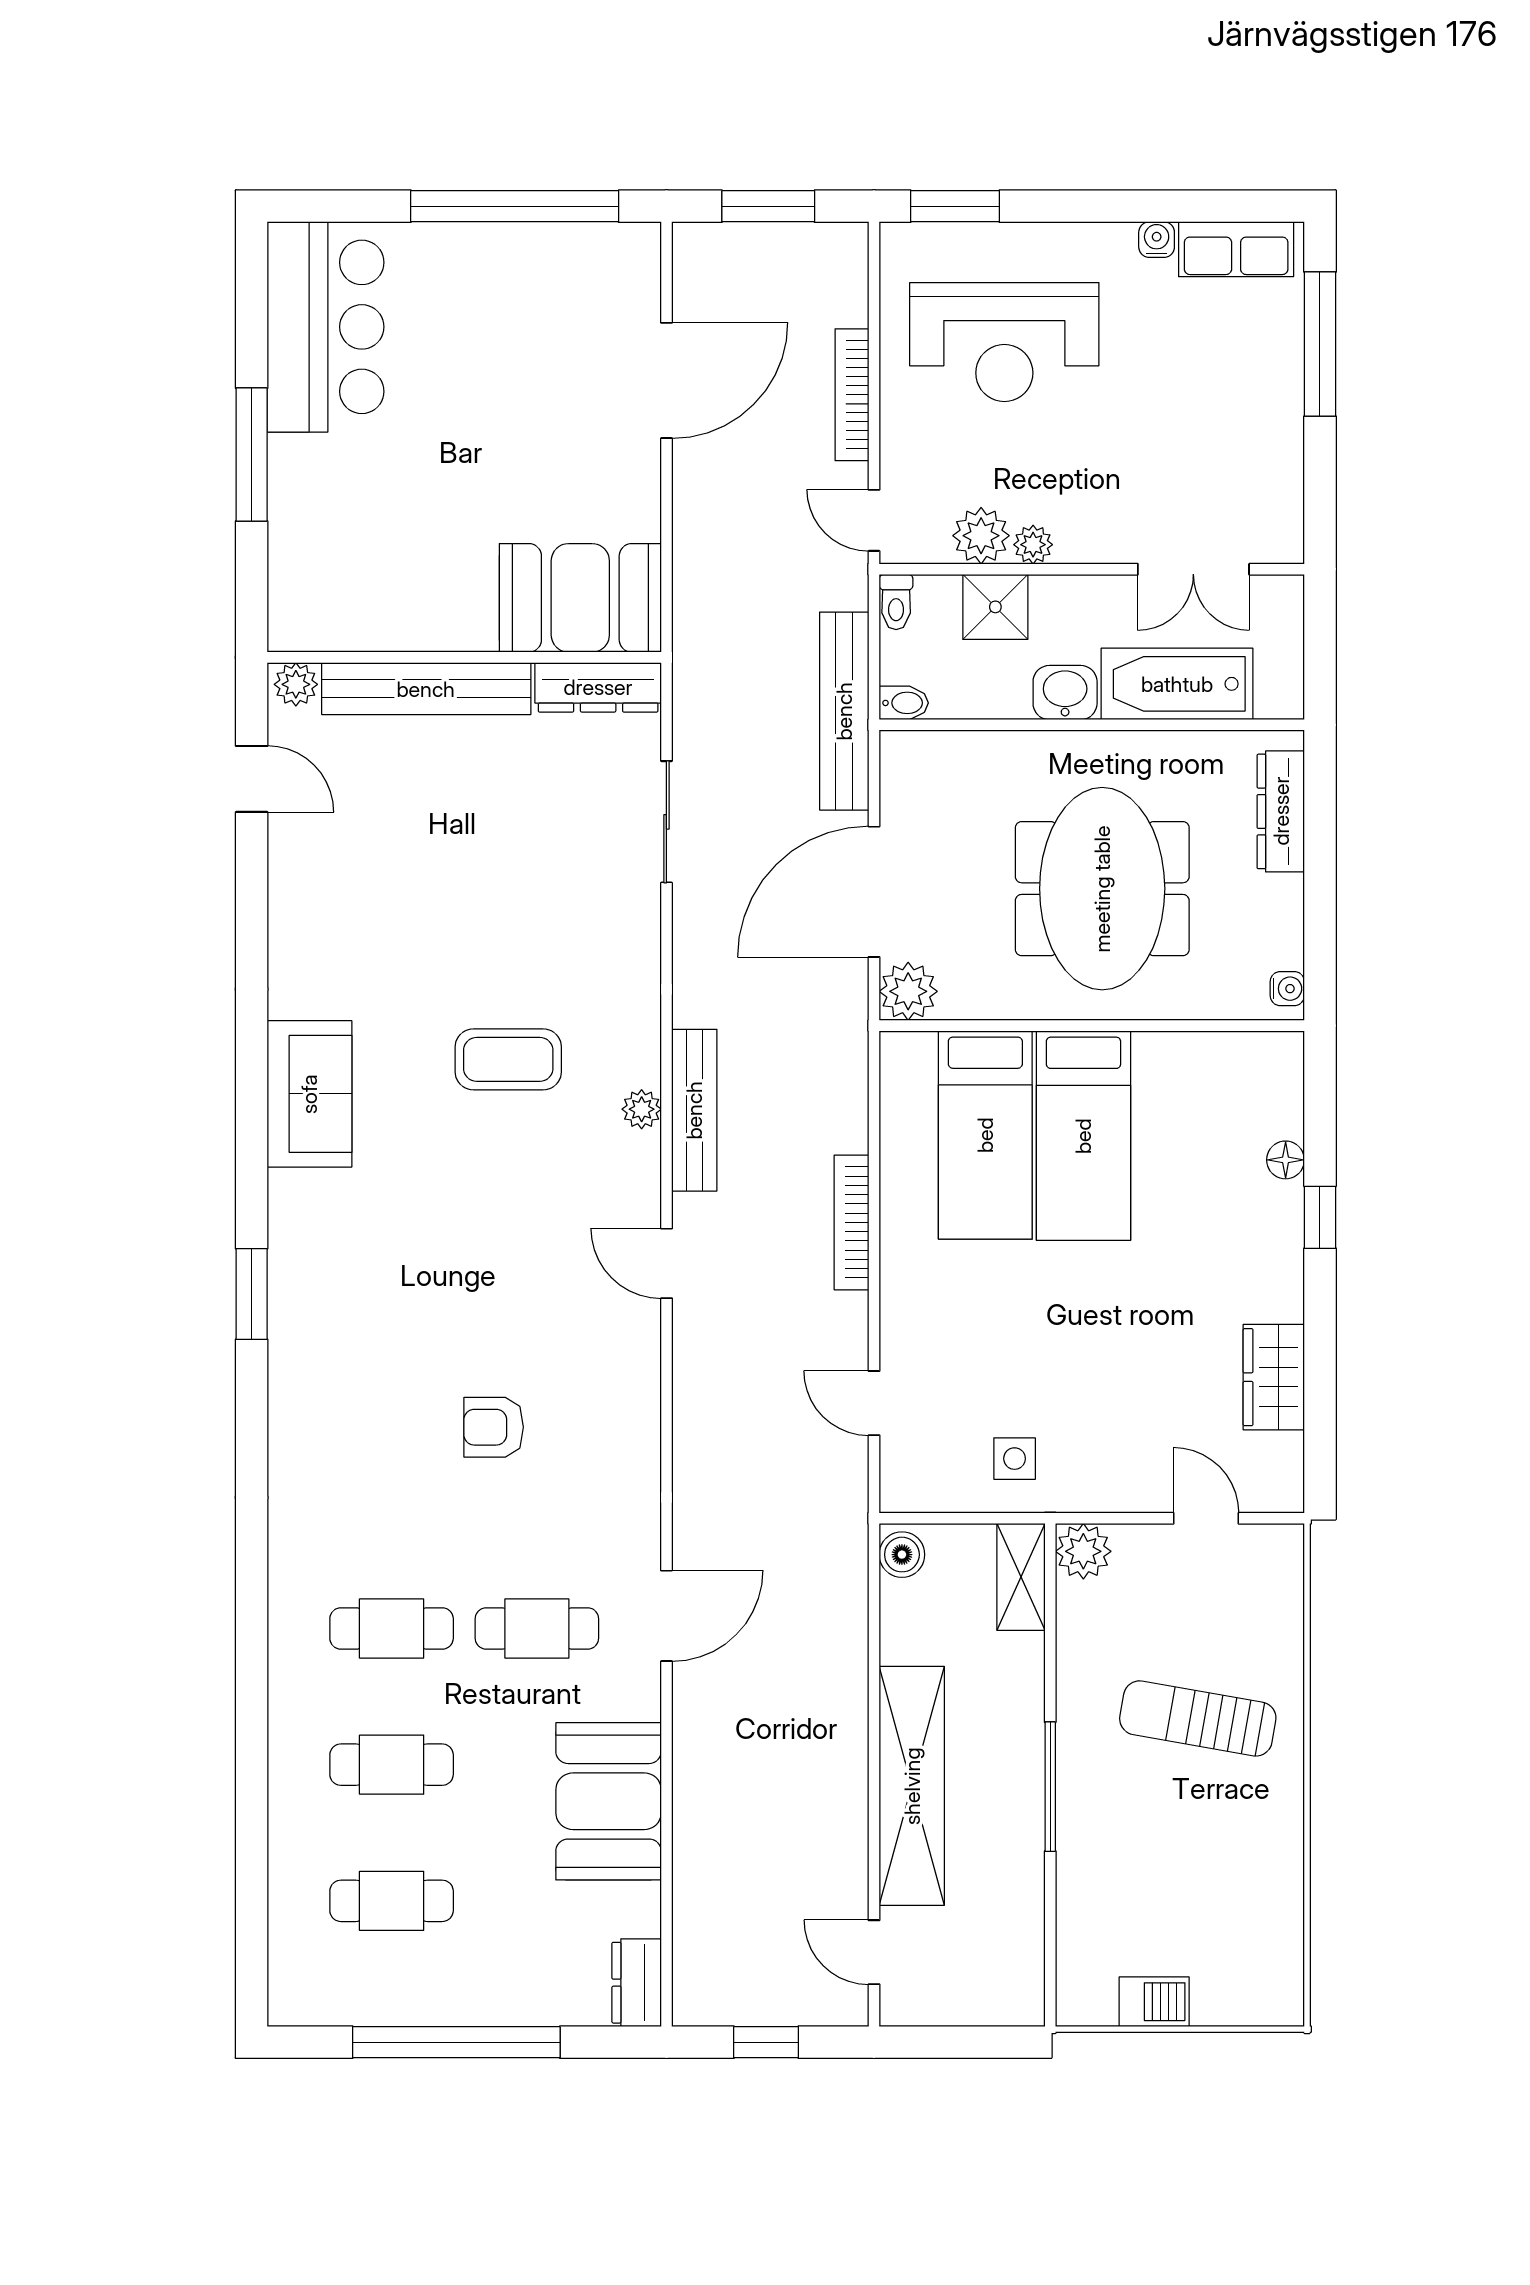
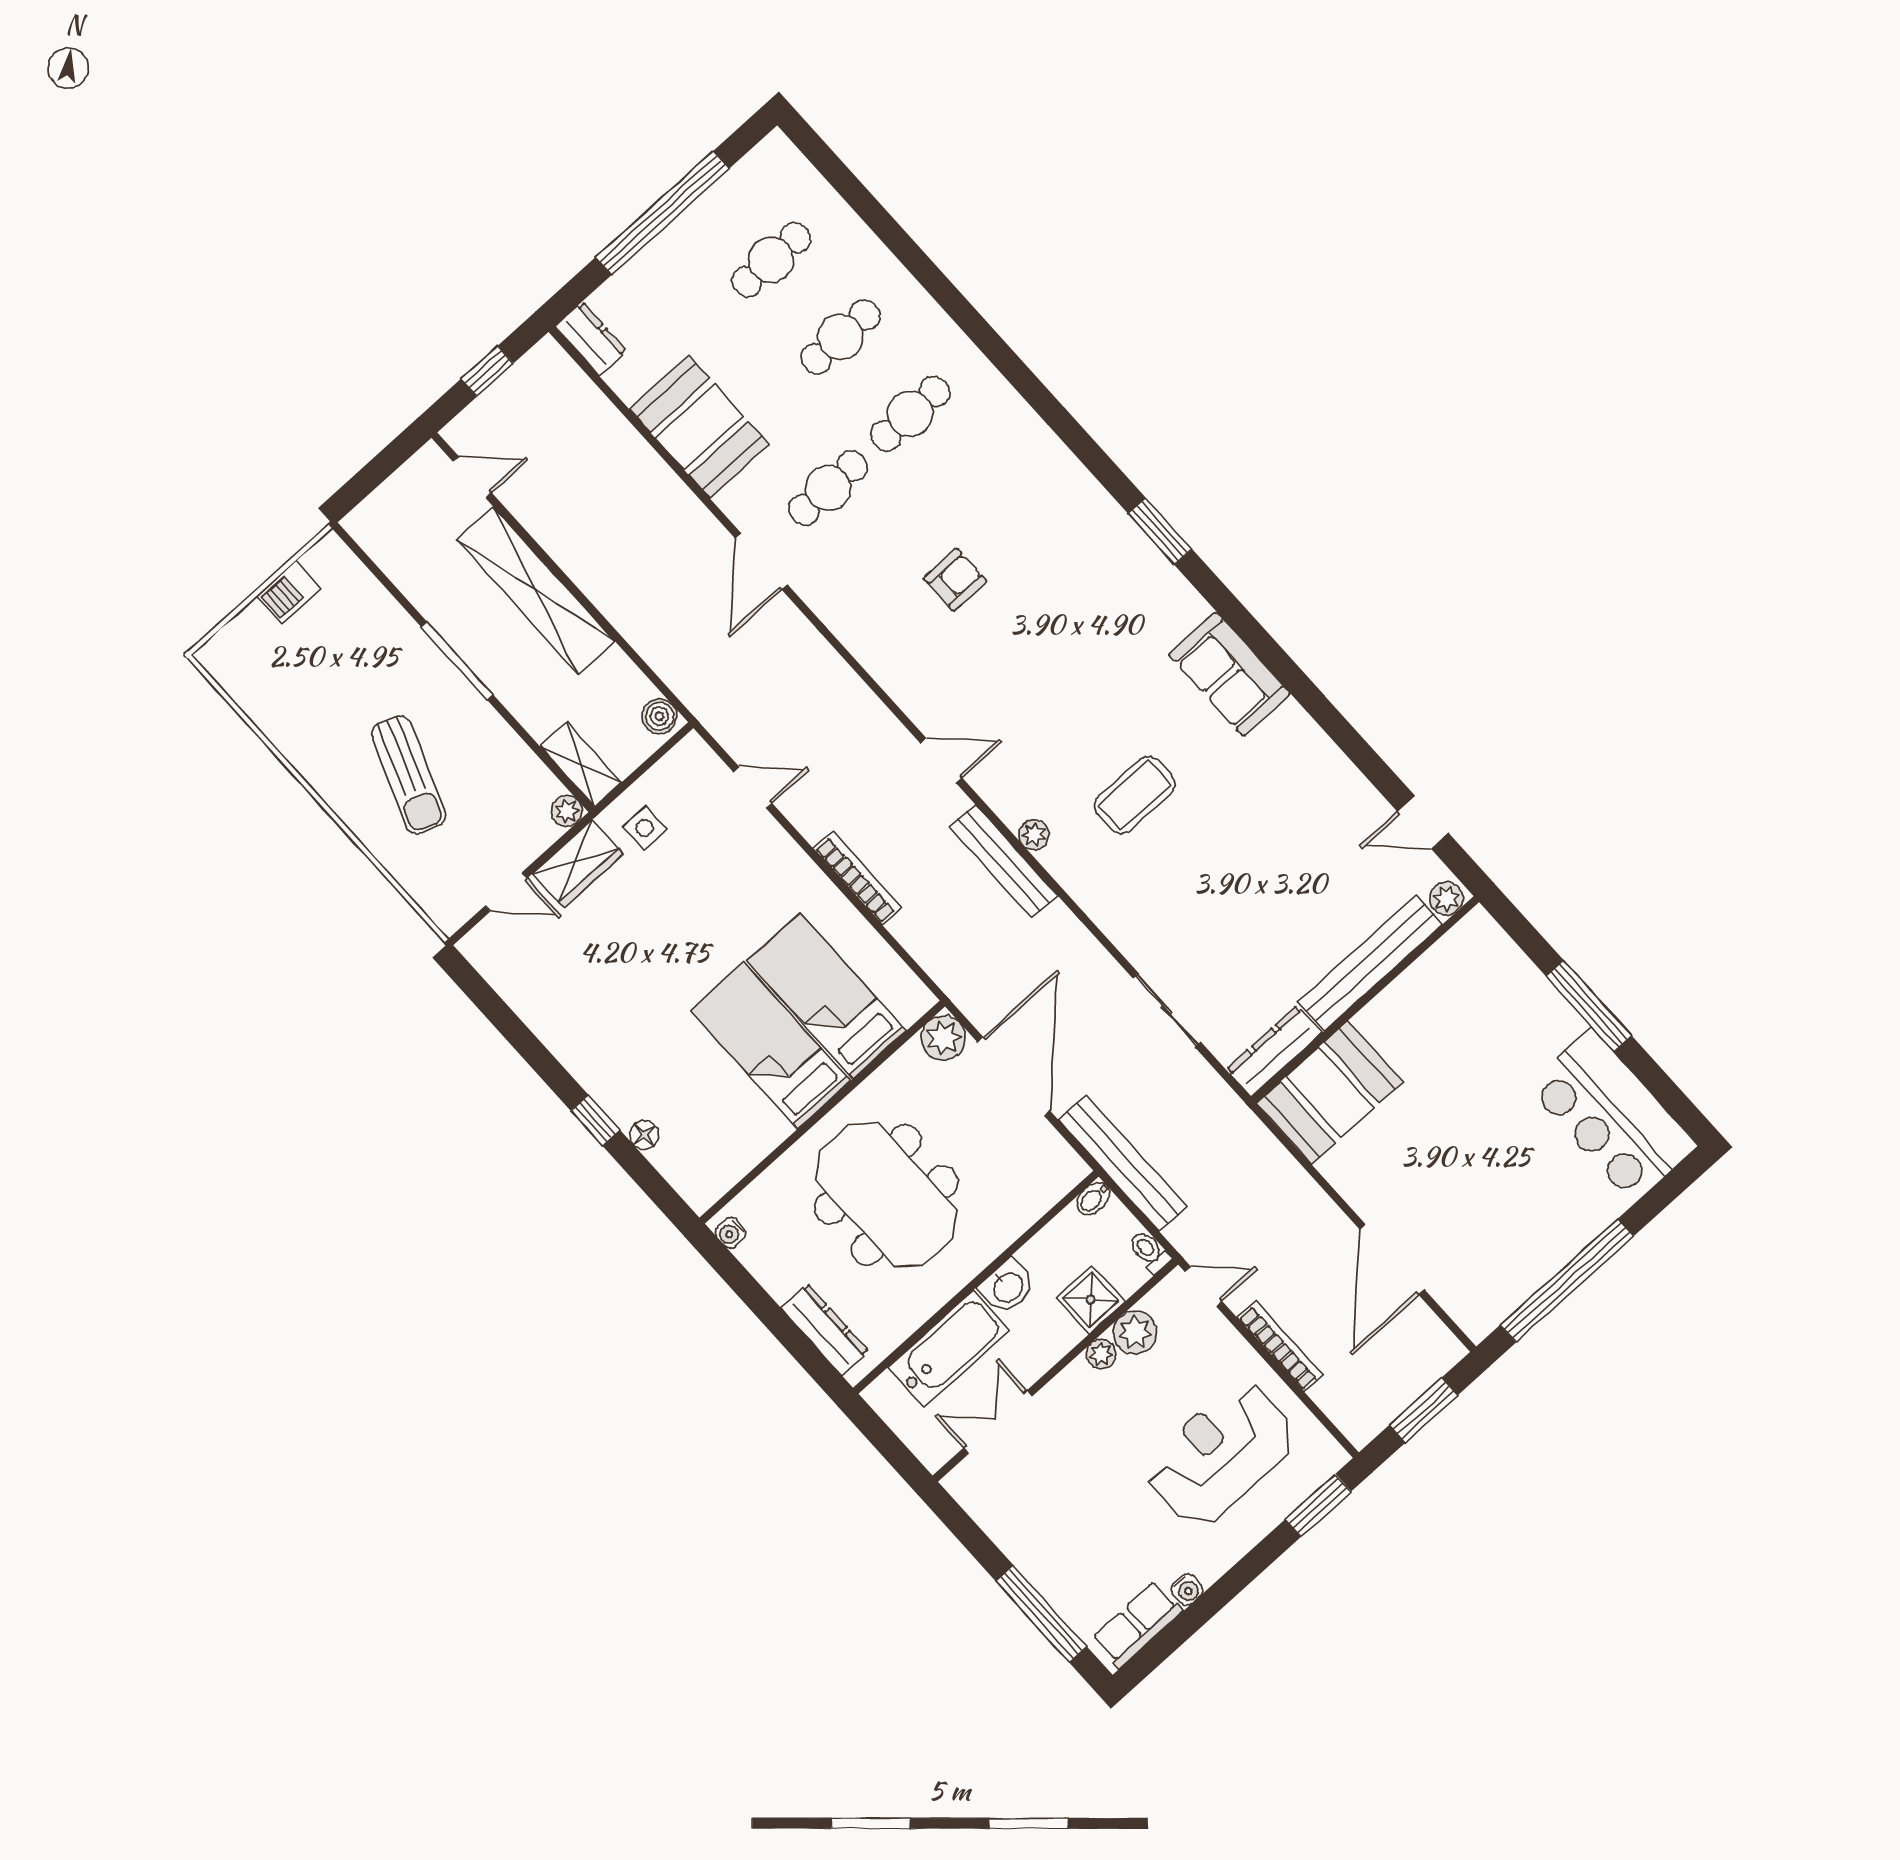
wardrobe: (1274, 1377) -> (578, 864), moved, turned 90
plant: (1083, 1551) -> (567, 811), width x0.73, depth x0.73
sun lounger: (1198, 1718) -> (408, 775), turned 101

